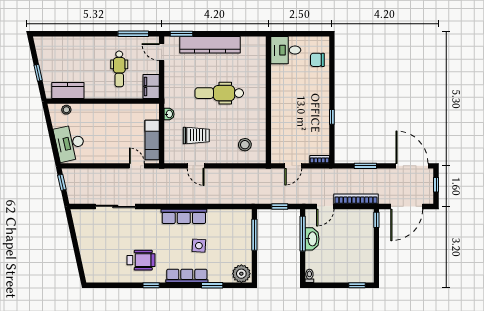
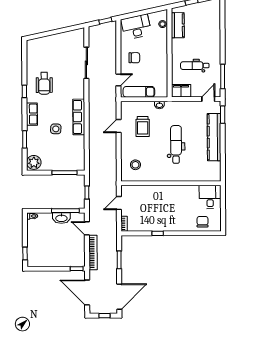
chair: (109, 146) -> (134, 58), added
door: (293, 166) -> (119, 203), hinge flipped
row of seats: (187, 276) -> (32, 114), width x0.68

